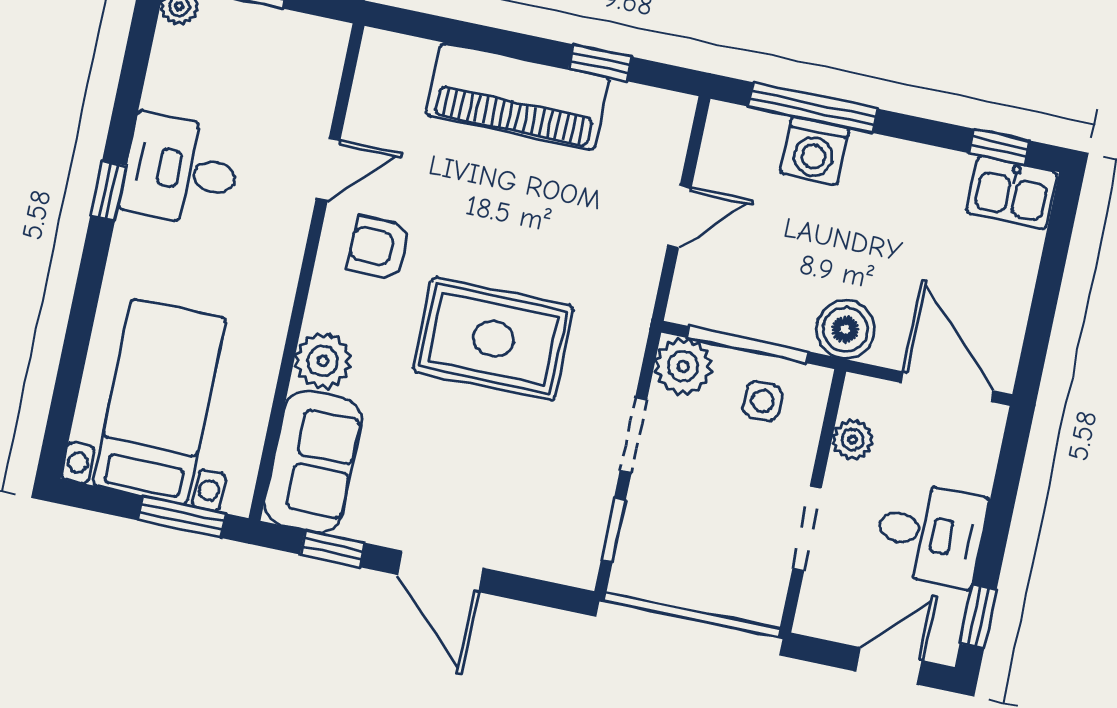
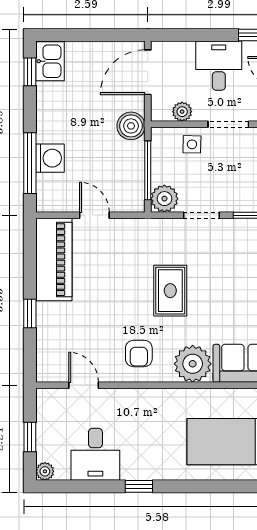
window: (600, 63) -> (30, 314), moved
piano: (518, 96) -> (54, 260), moved
door: (328, 169) -> (84, 385), moved
desk: (181, 170) -> (95, 454), moved
rug: (493, 339) -> (170, 291), width x0.73, depth x0.70
plant: (323, 361) -> (193, 364), width x1.36, depth x1.36
side table: (762, 401) -> (192, 144), moved

